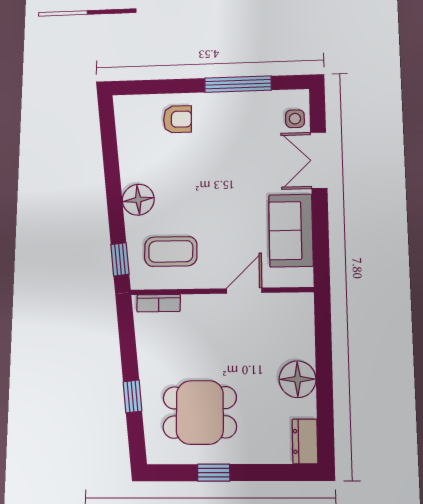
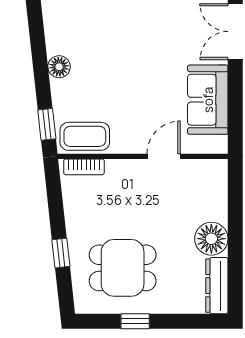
floor lamp: (138, 200) -> (59, 67), width x0.73, depth x0.73
coffee table: (171, 251) -> (85, 136), moved
dresser: (305, 441) -> (217, 286), width x1.44

